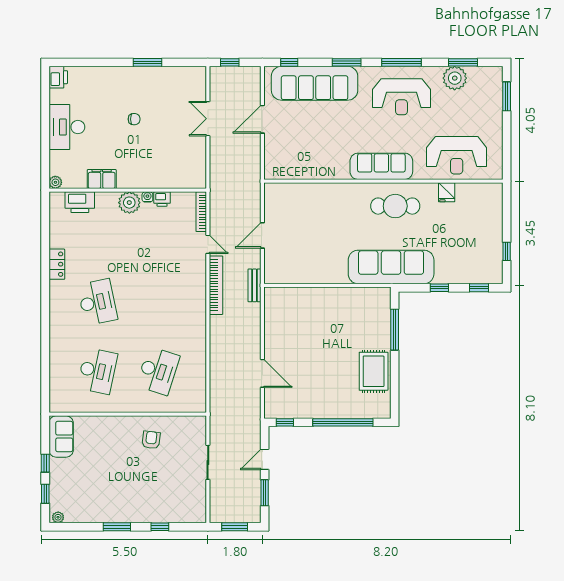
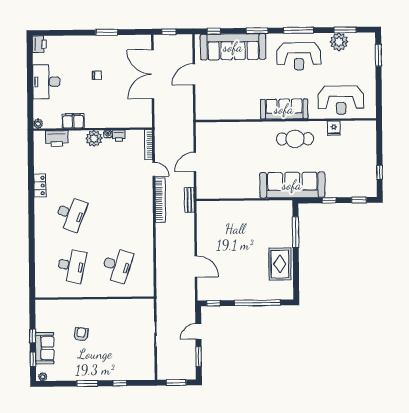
double door: (208, 119) -> (153, 74), width x1.87
desk: (97, 302) -> (71, 214), turned 33
sofa: (61, 436) -> (45, 348), moved
armchair: (151, 440) -> (81, 334), moved

